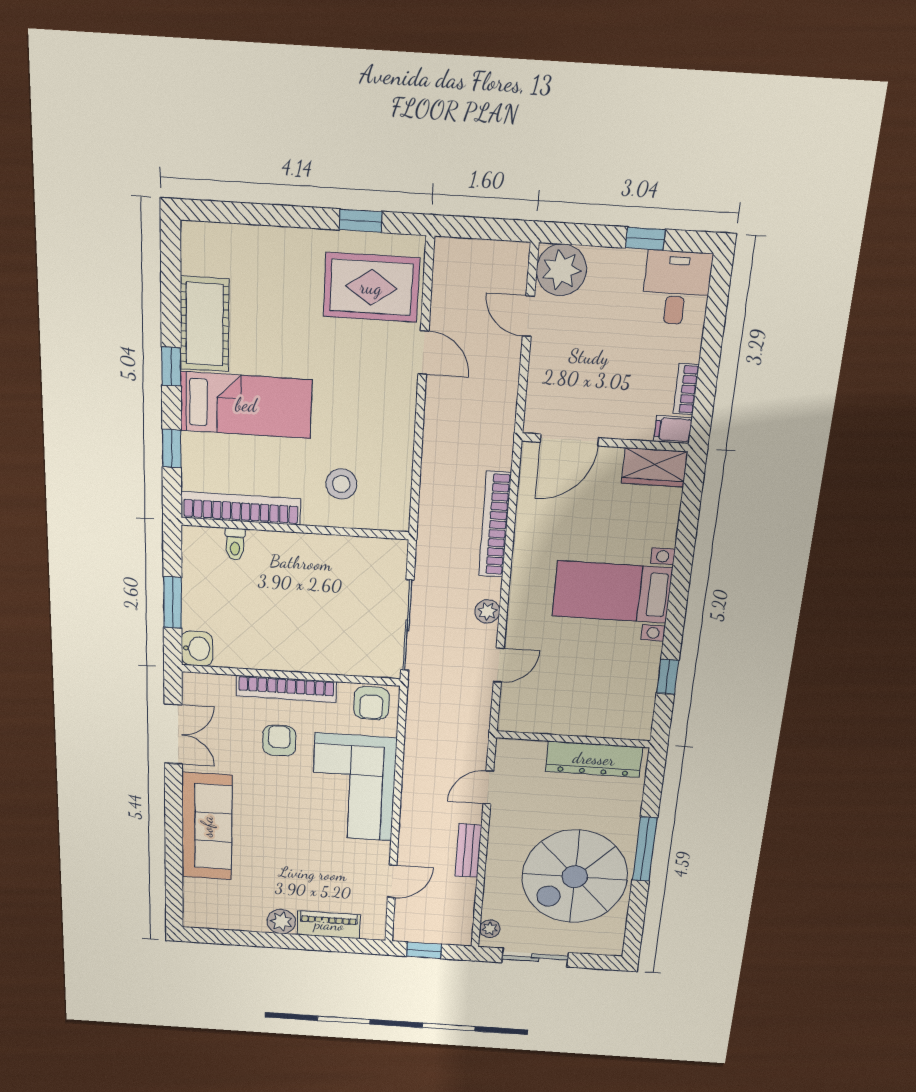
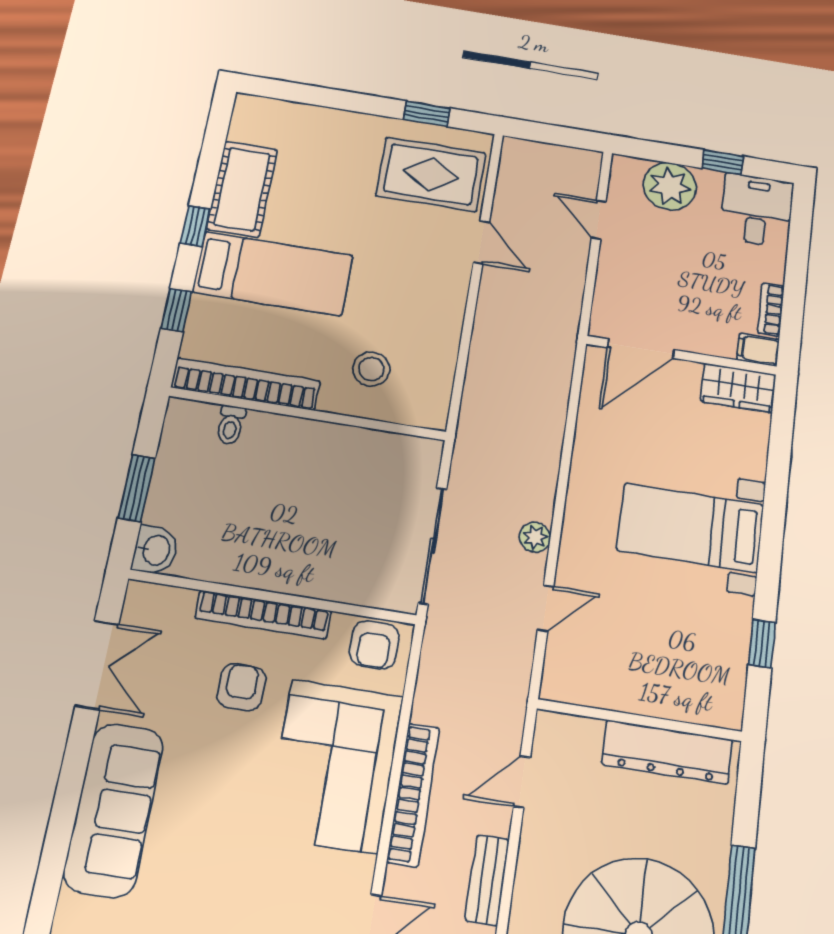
plant: (561, 270) -> (670, 186), moved
bookcase: (495, 524) -> (413, 794), moved, turned 180

